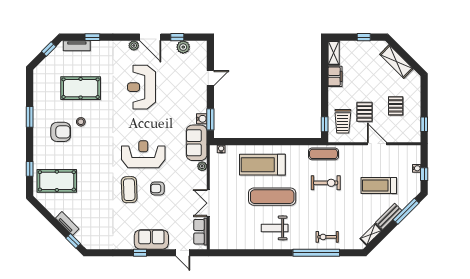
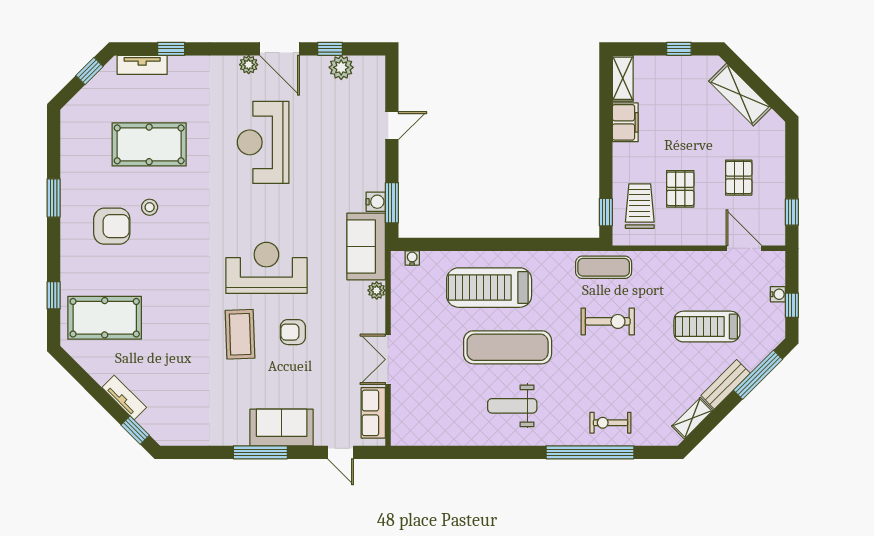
trolley: (343, 121) -> (640, 206), turned 180
door: (377, 144) -> (744, 248), moved
window: (140, 253) -> (260, 452), width x2.17

